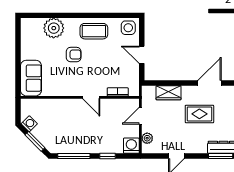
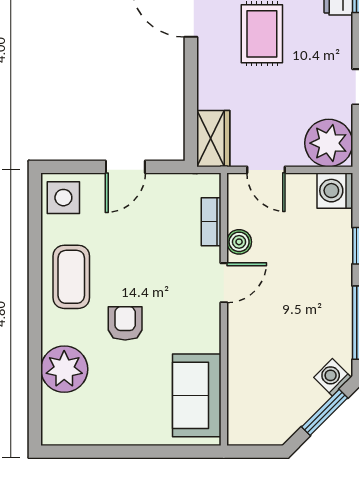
sofa: (31, 78) -> (197, 395), moved, turned -90
wardrobe: (169, 93) -> (213, 139), moved
boiler: (109, 104) -> (239, 242), added
washing machine: (29, 124) -> (332, 377), moved
plant: (147, 138) -> (329, 143), width x1.88, depth x1.88

